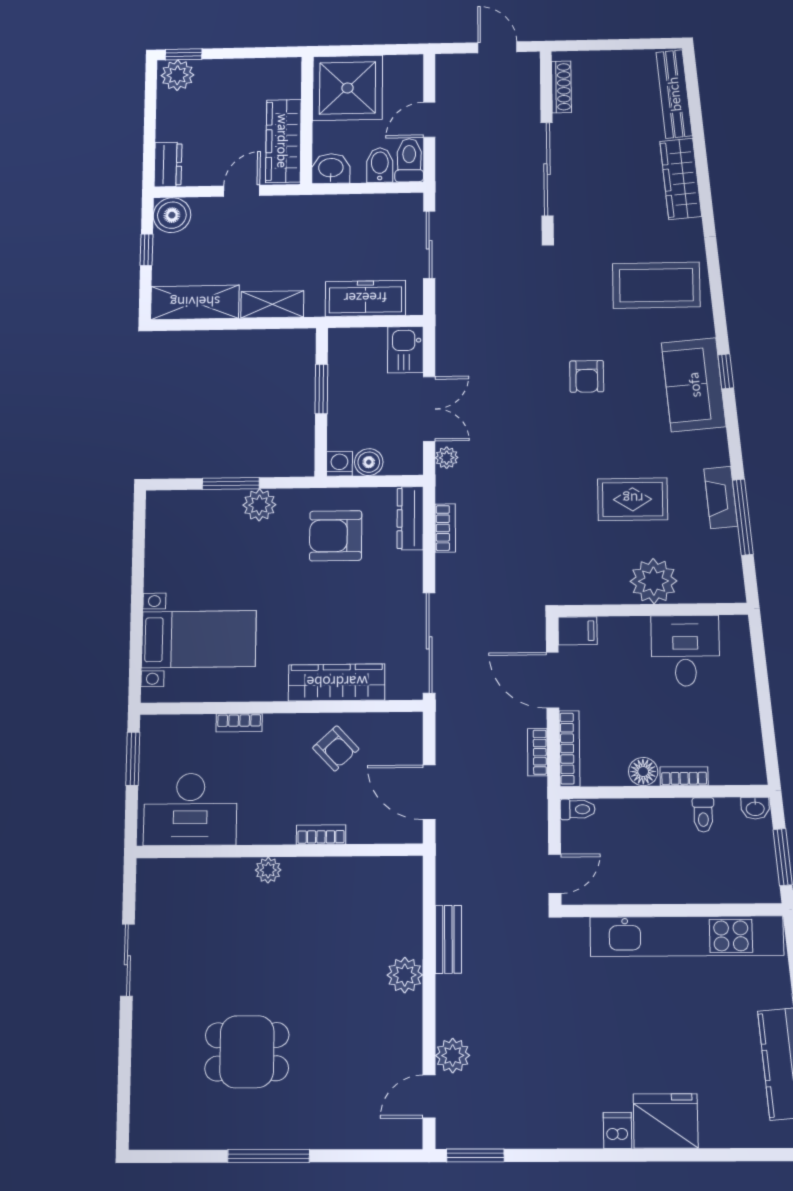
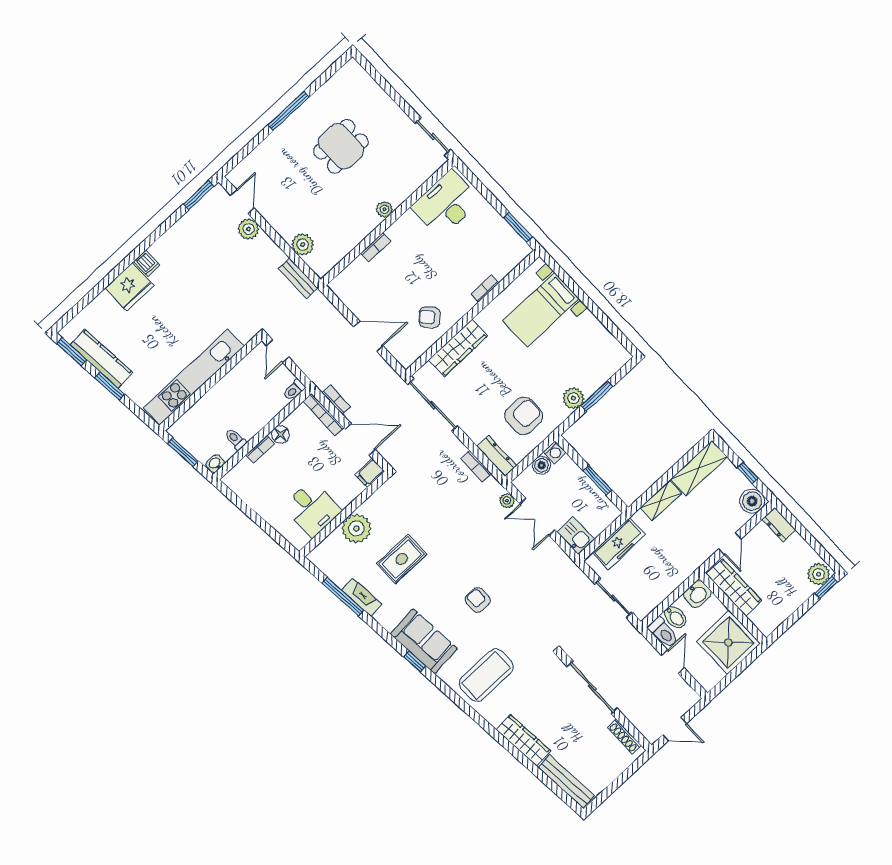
desk: (190, 809) -> (446, 204), moved
bookcase: (321, 835) -> (376, 247), moved
wall: (279, 851) -> (388, 222), moved
plant: (268, 870) -> (384, 209), moved

